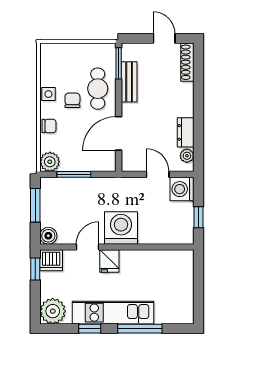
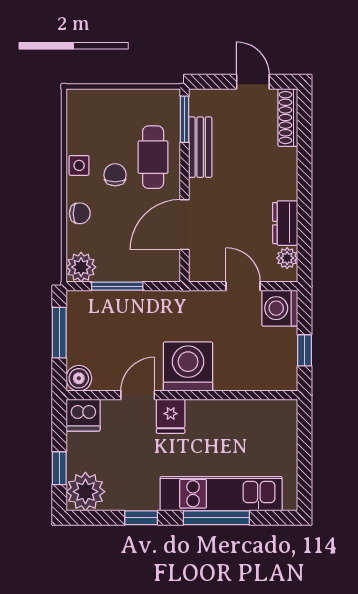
window: (35, 269) -> (59, 468), moved
kitchen unit: (113, 313) -> (221, 494), moved

